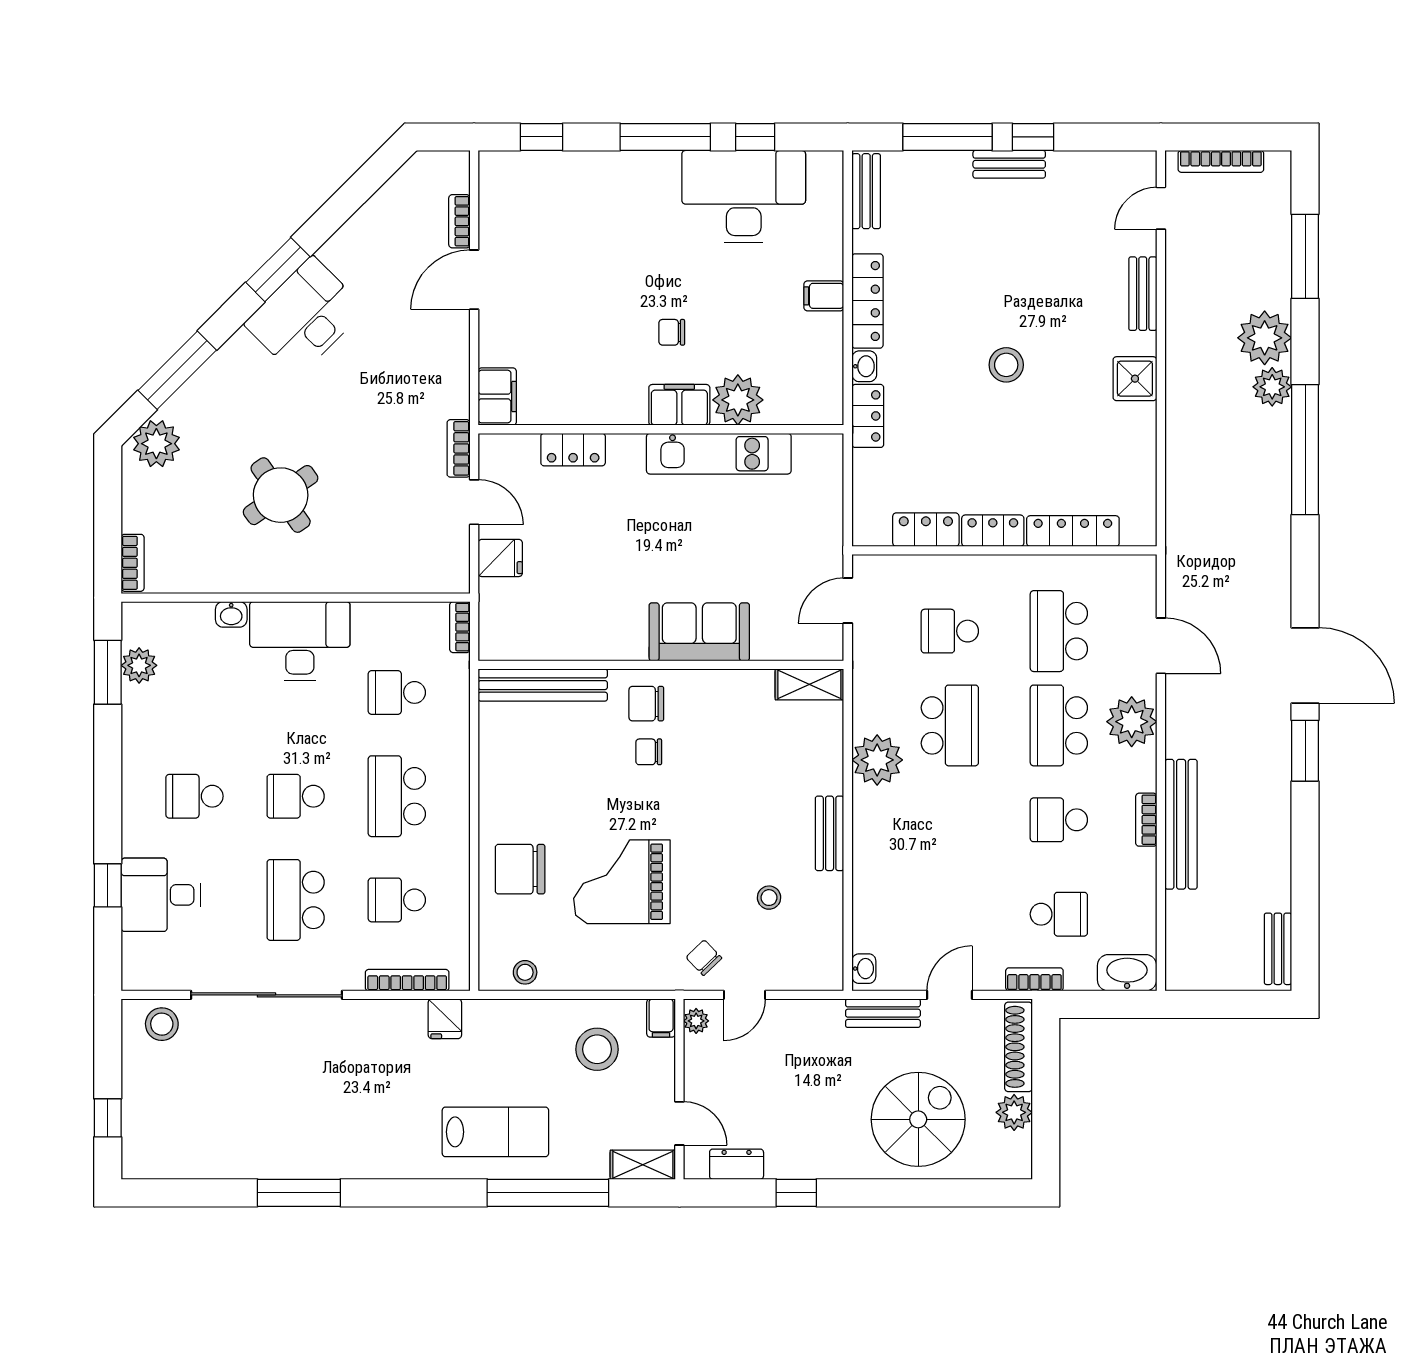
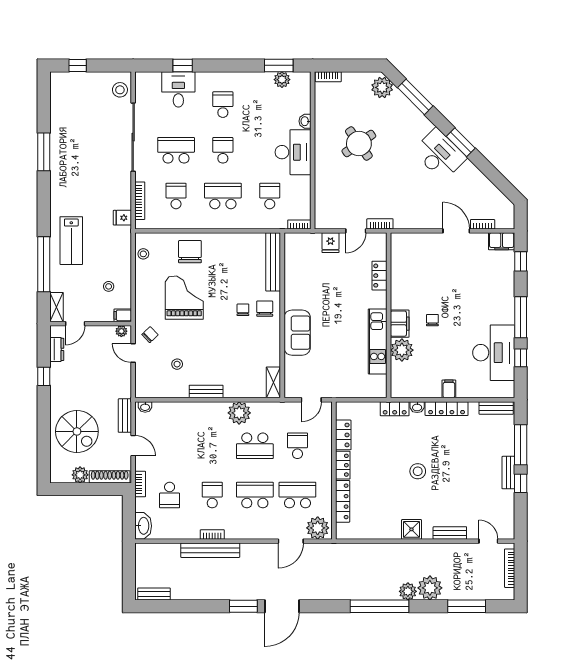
filing cabinet: (497, 397) -> (502, 241), moved
door: (848, 601) -> (311, 400), swing flipped
plant: (1132, 722) -> (318, 528), moved
stool: (597, 1049) -> (109, 286), width x0.53, depth x0.53

